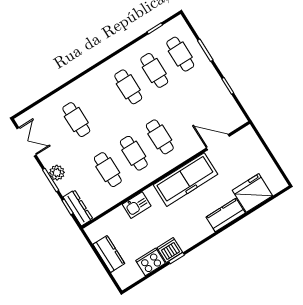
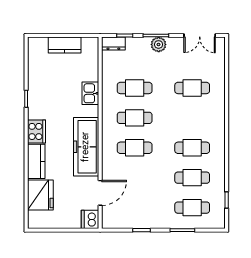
dresser: (78, 208) -> (113, 44), width x0.70
dishwasher: (170, 250) -> (90, 219), moved, turned 180
cooker: (151, 262) -> (36, 131), moved

